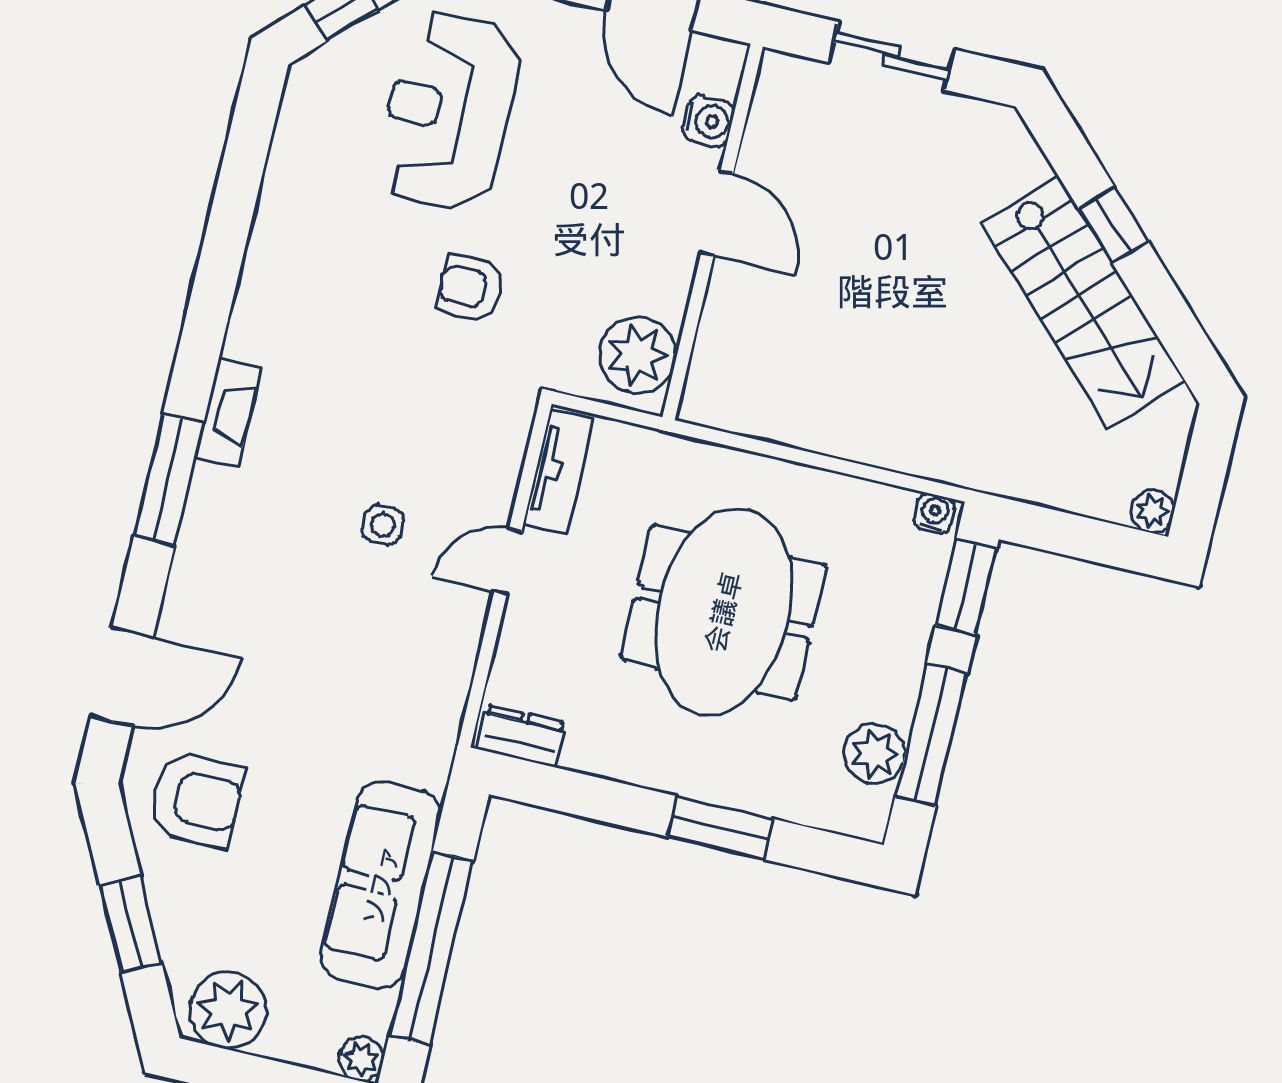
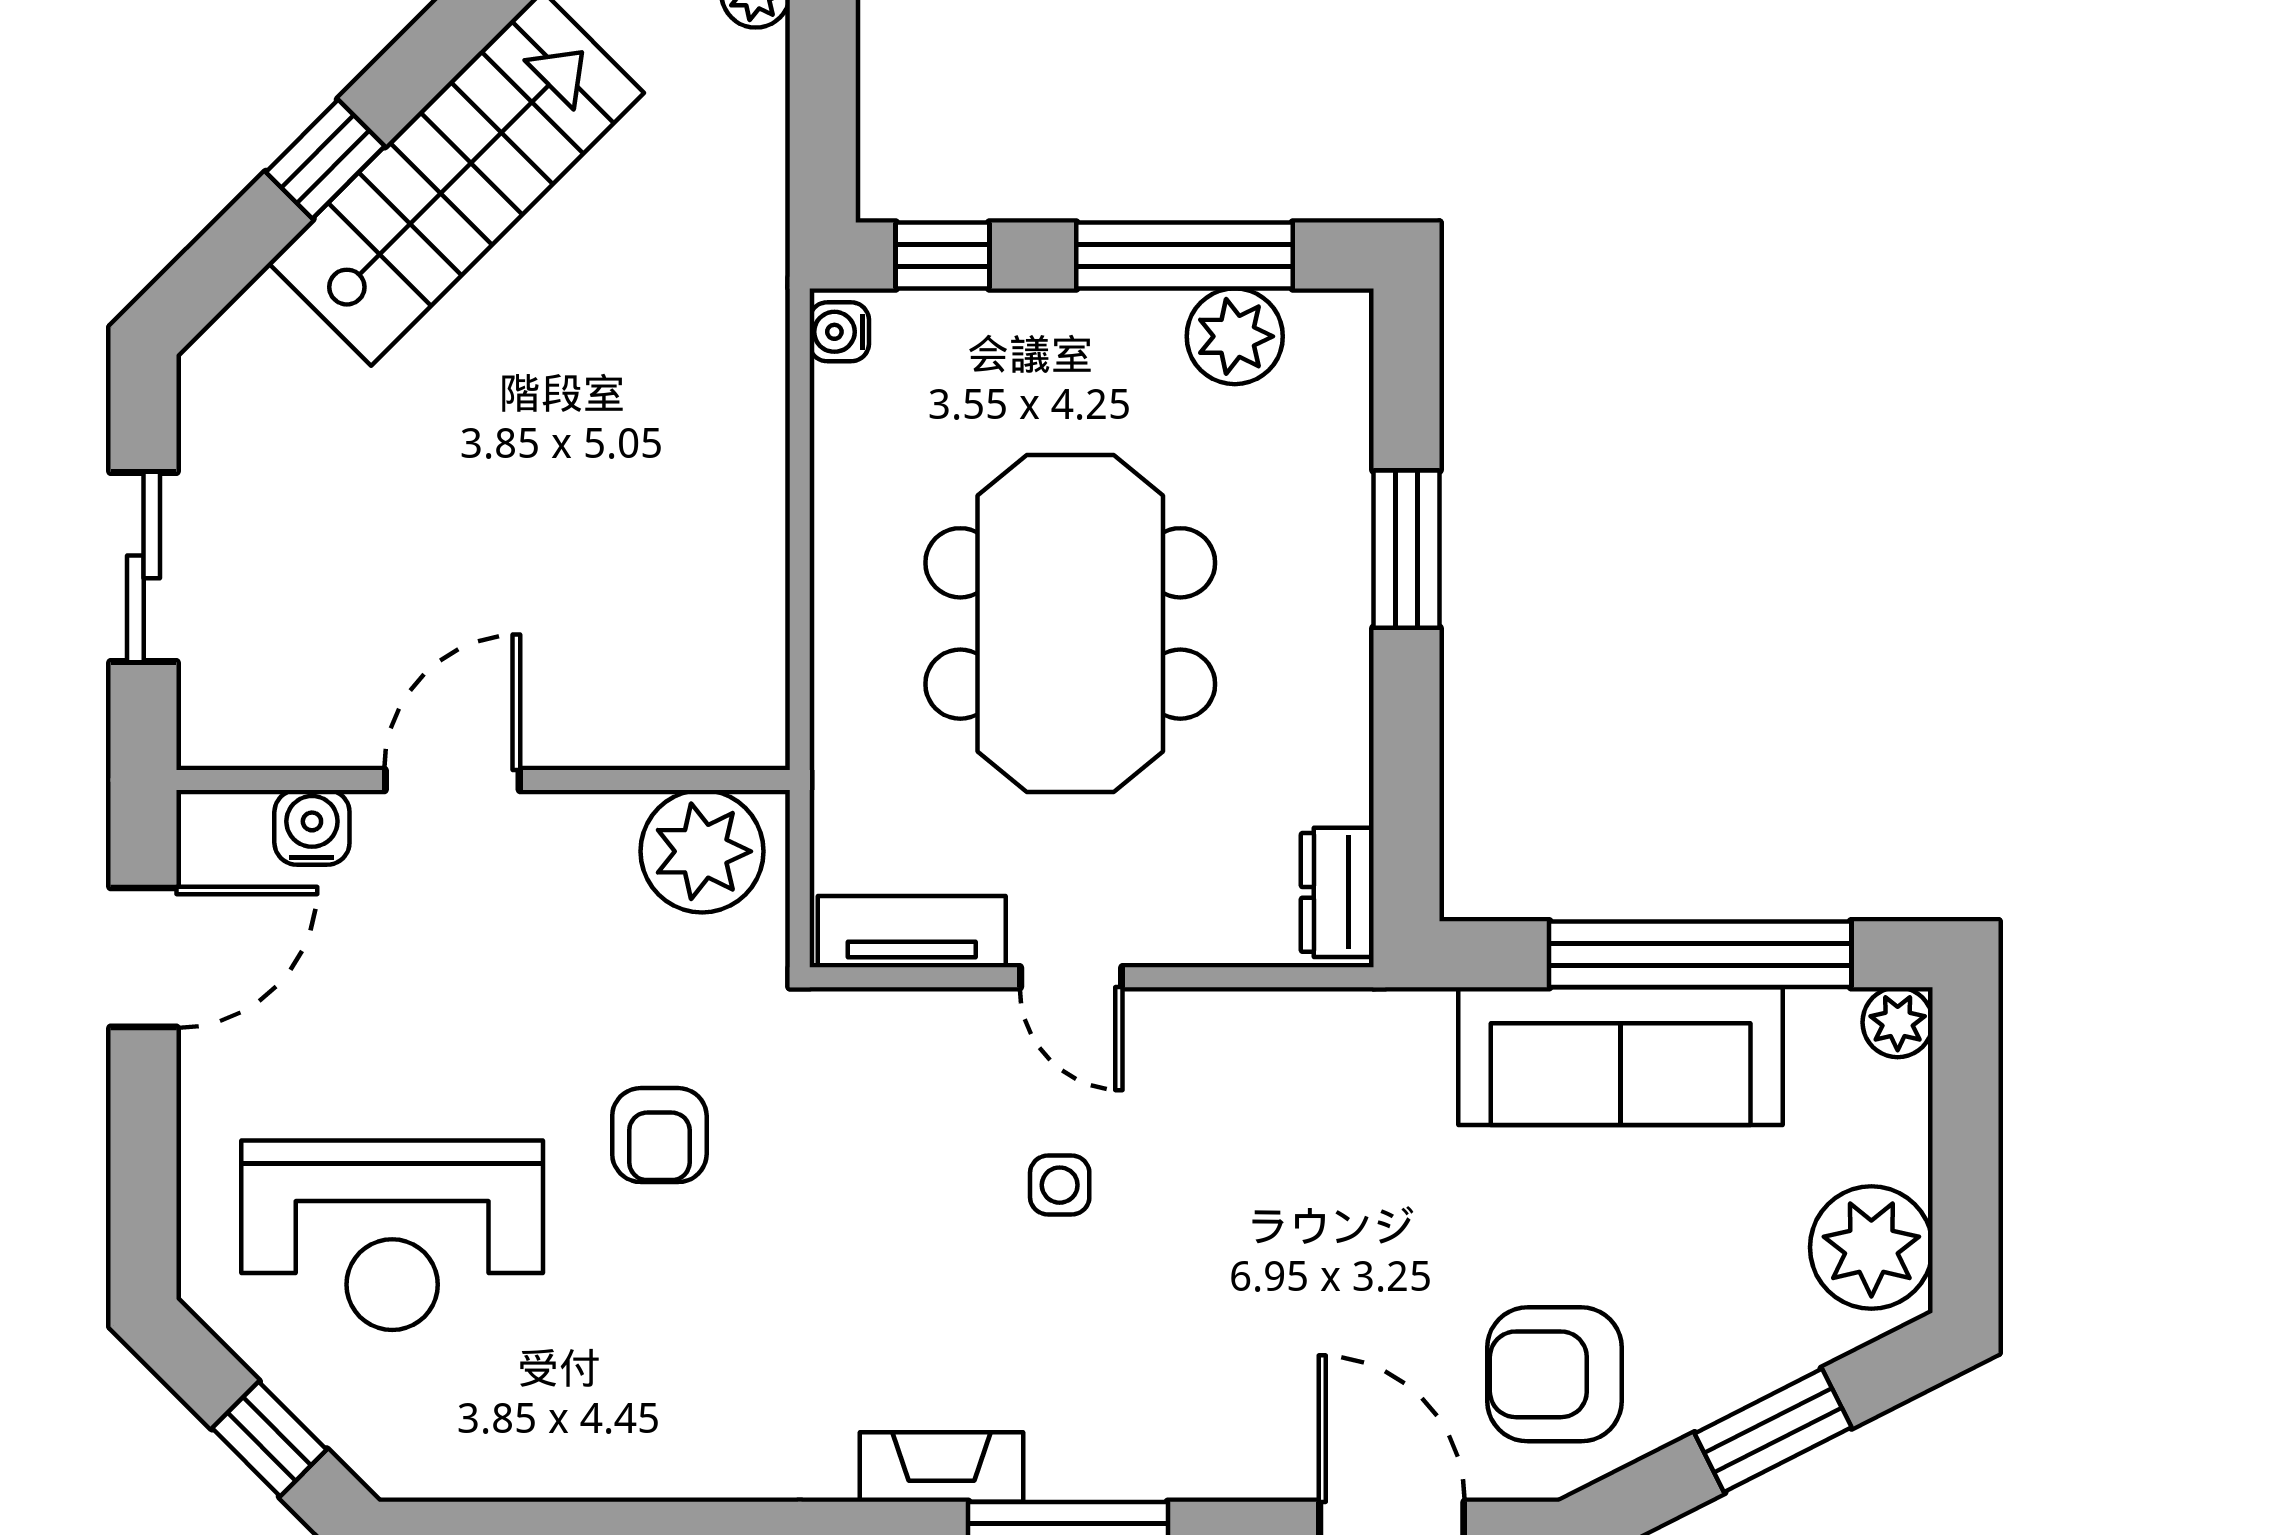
window: (966, 587) -> (943, 255), width x0.67
meeting table: (723, 612) -> (1070, 623), turned 90
armchair: (196, 799) -> (1554, 1374), turned -90

